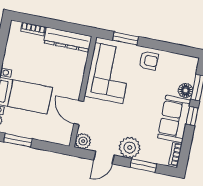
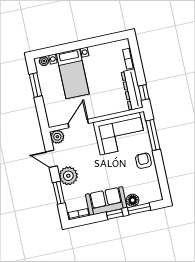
window: (76, 29) -> (144, 93), added
window: (126, 38) -> (153, 135), width x1.44
armchair: (149, 61) -> (143, 161), turned 180

